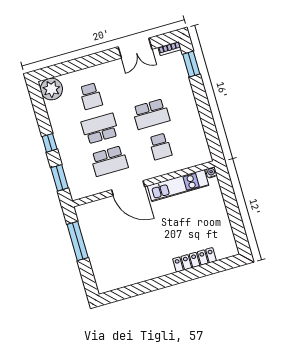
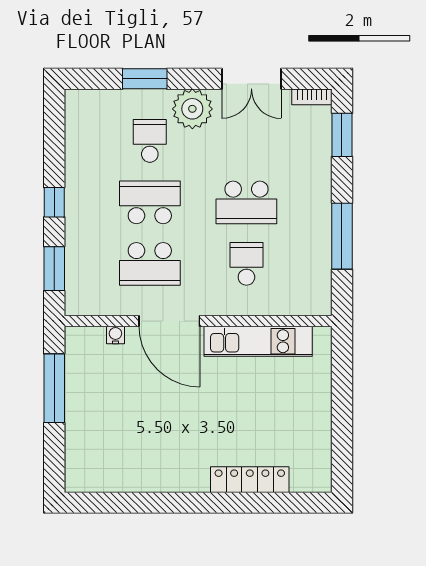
window: (79, 64) -> (145, 79), added
plant: (51, 89) -> (192, 109), moved
school desk: (91, 96) -> (150, 141), turned 180
window: (206, 117) -> (342, 236), added
school desk: (160, 146) -> (246, 264), turned 180
water cooler: (211, 172) -> (115, 335), moved

